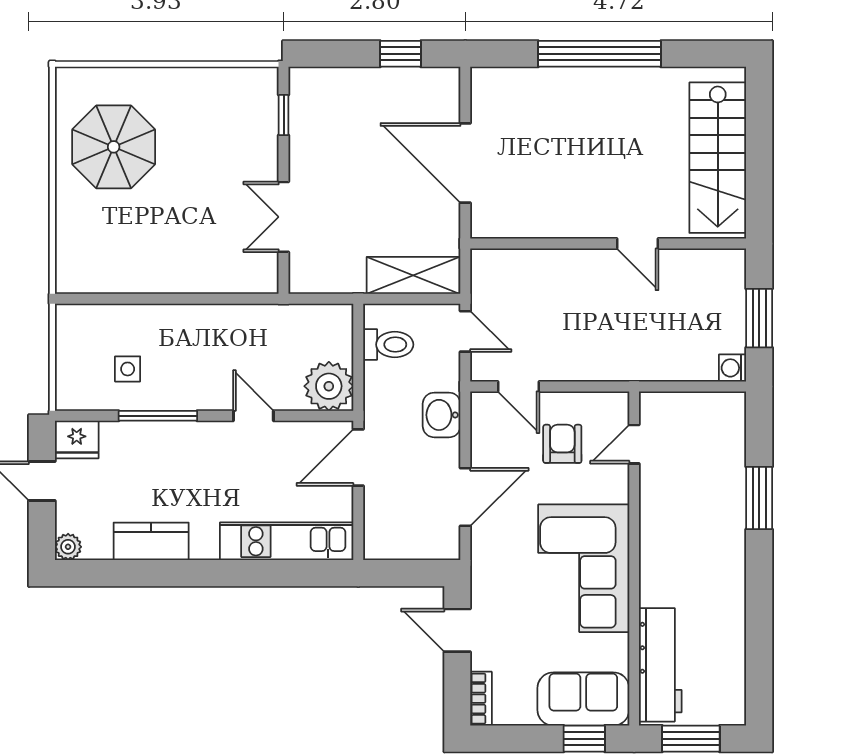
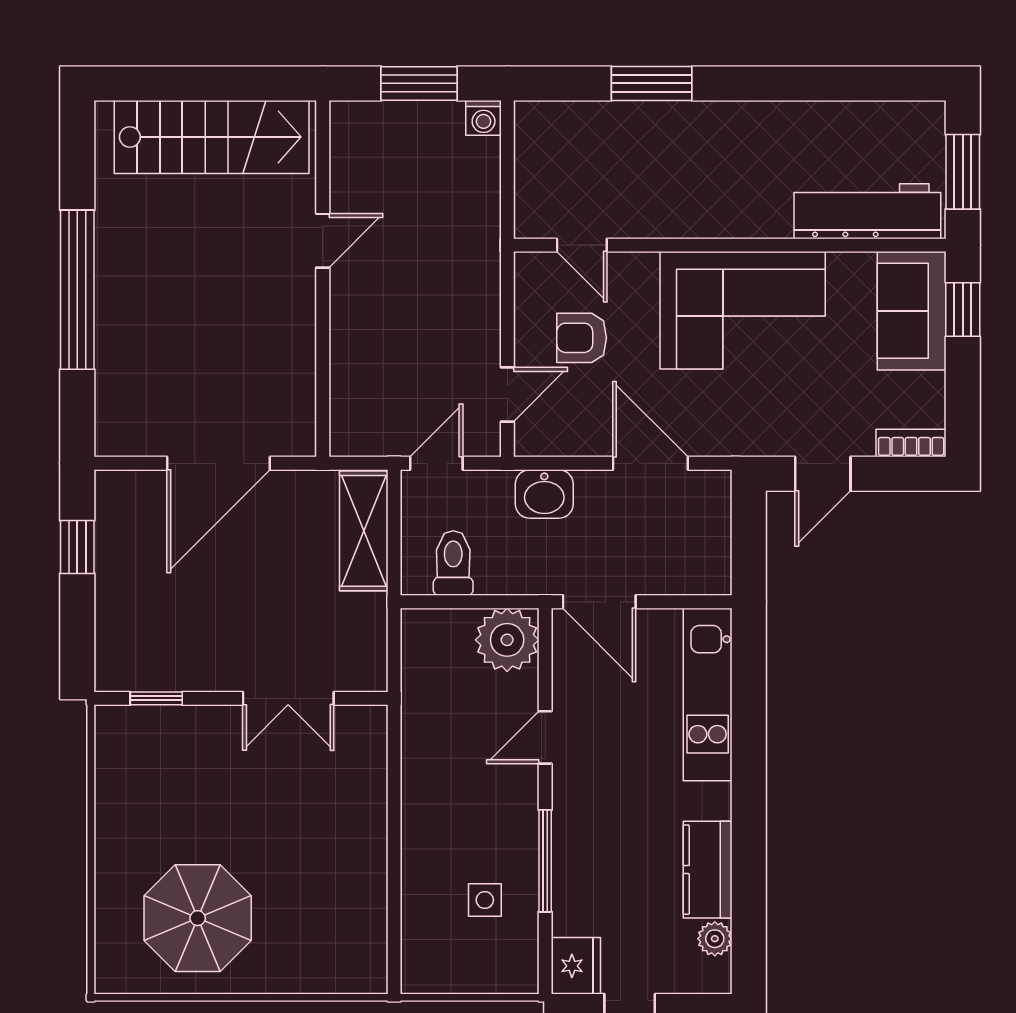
plant: (68, 547) -> (715, 939), moved

